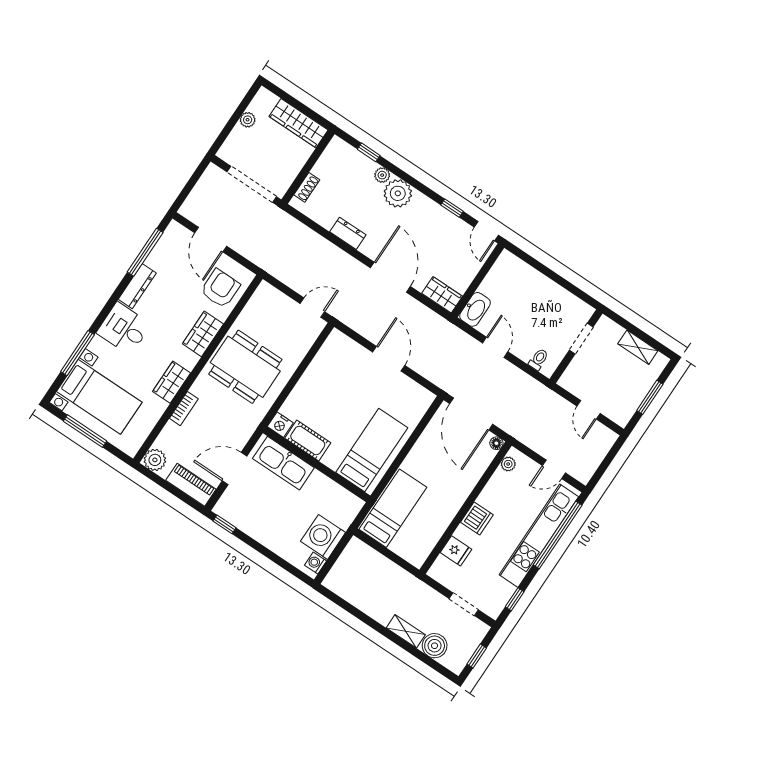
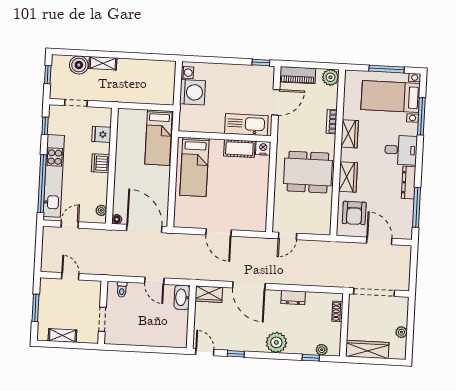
plant: (382, 175) -> (322, 350), moved

